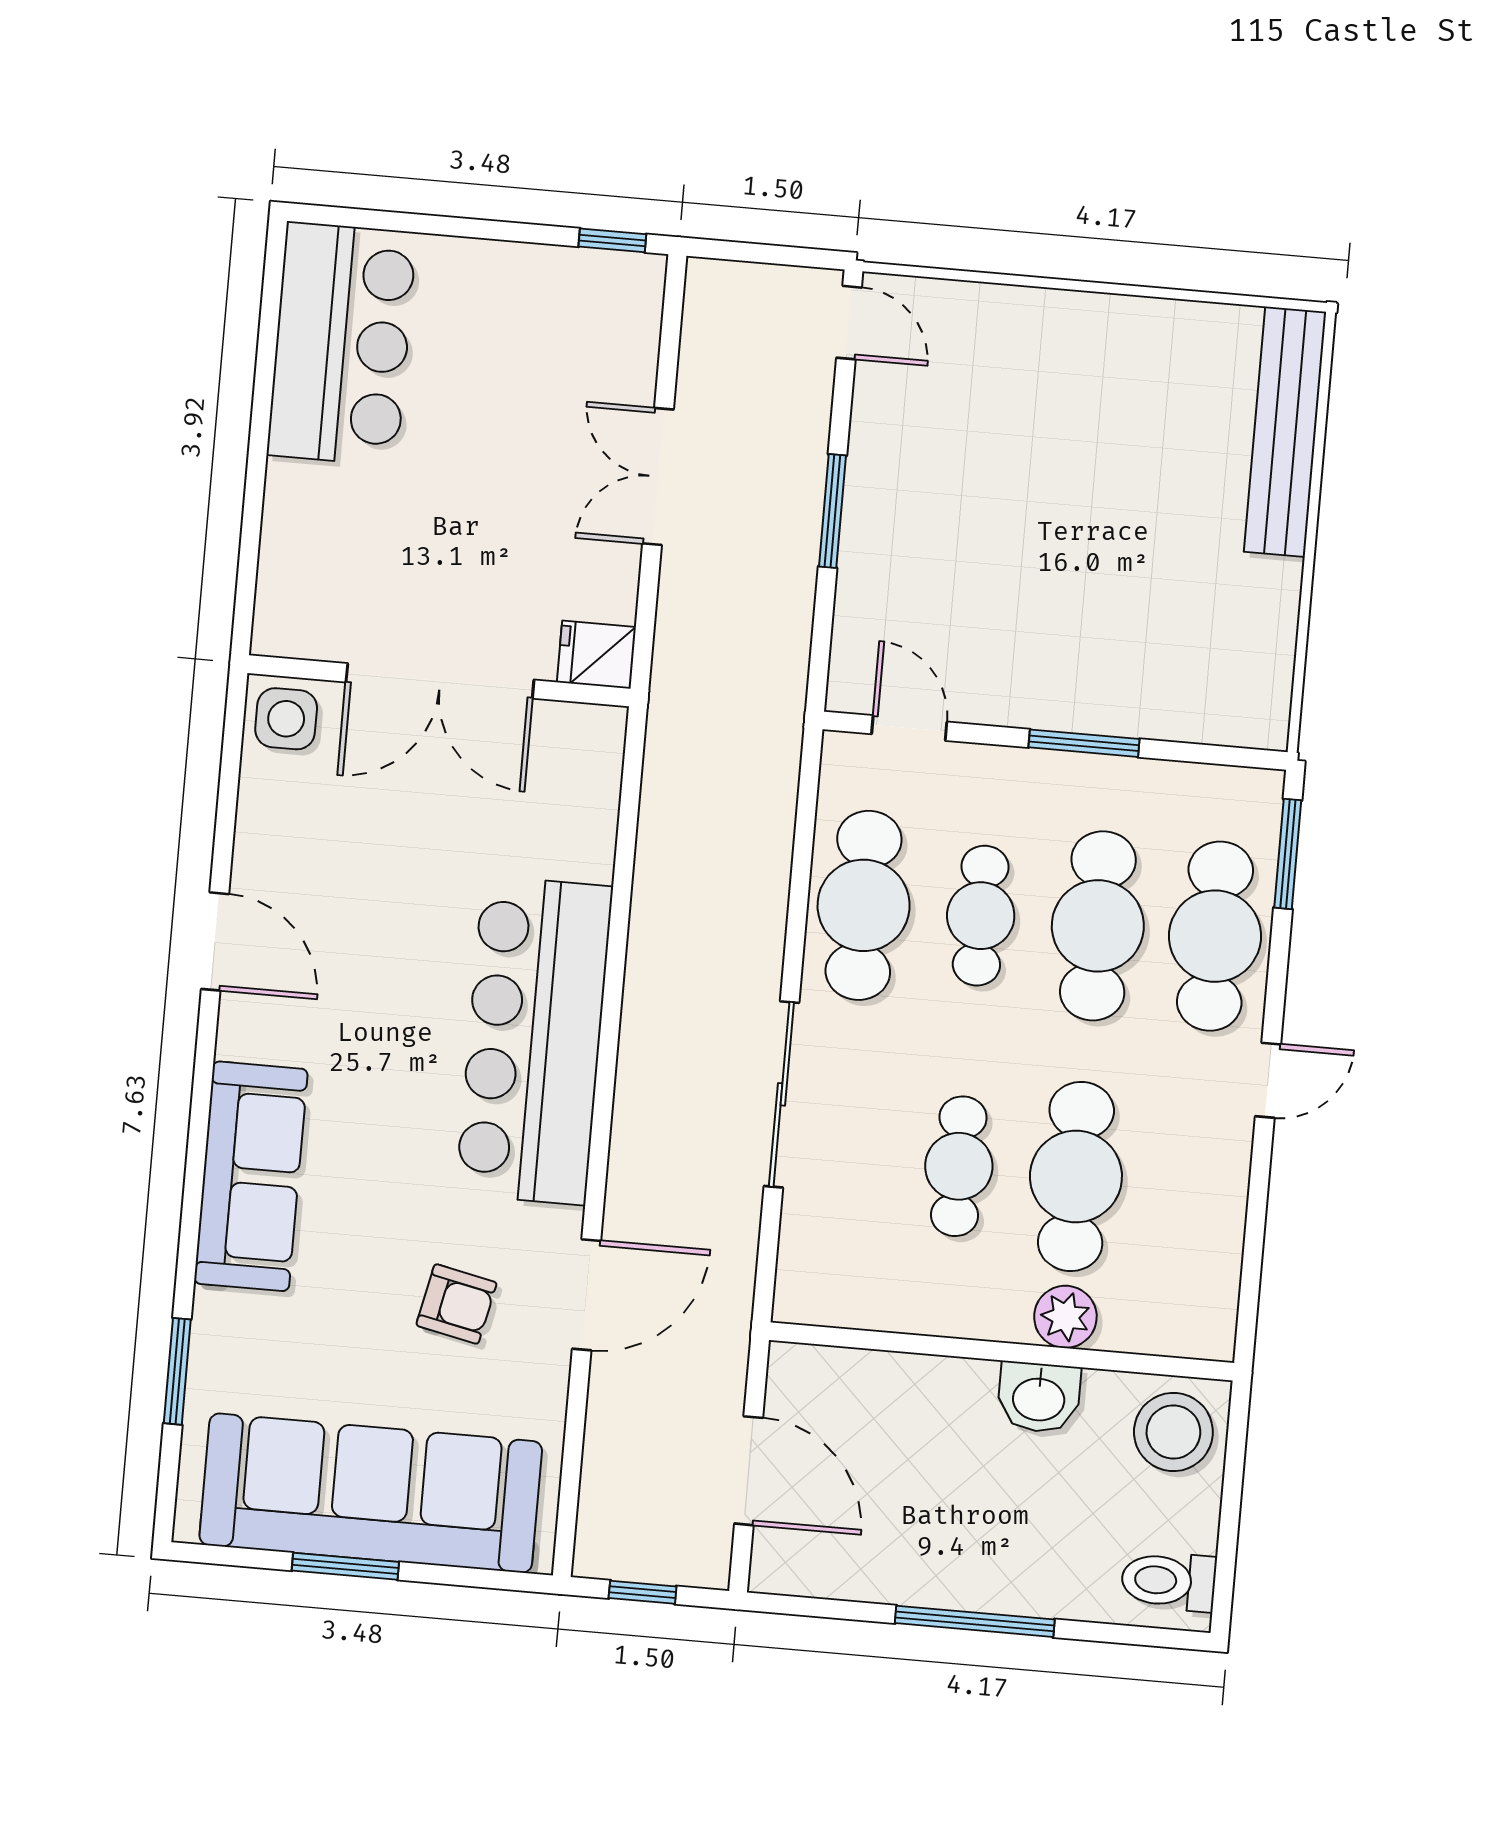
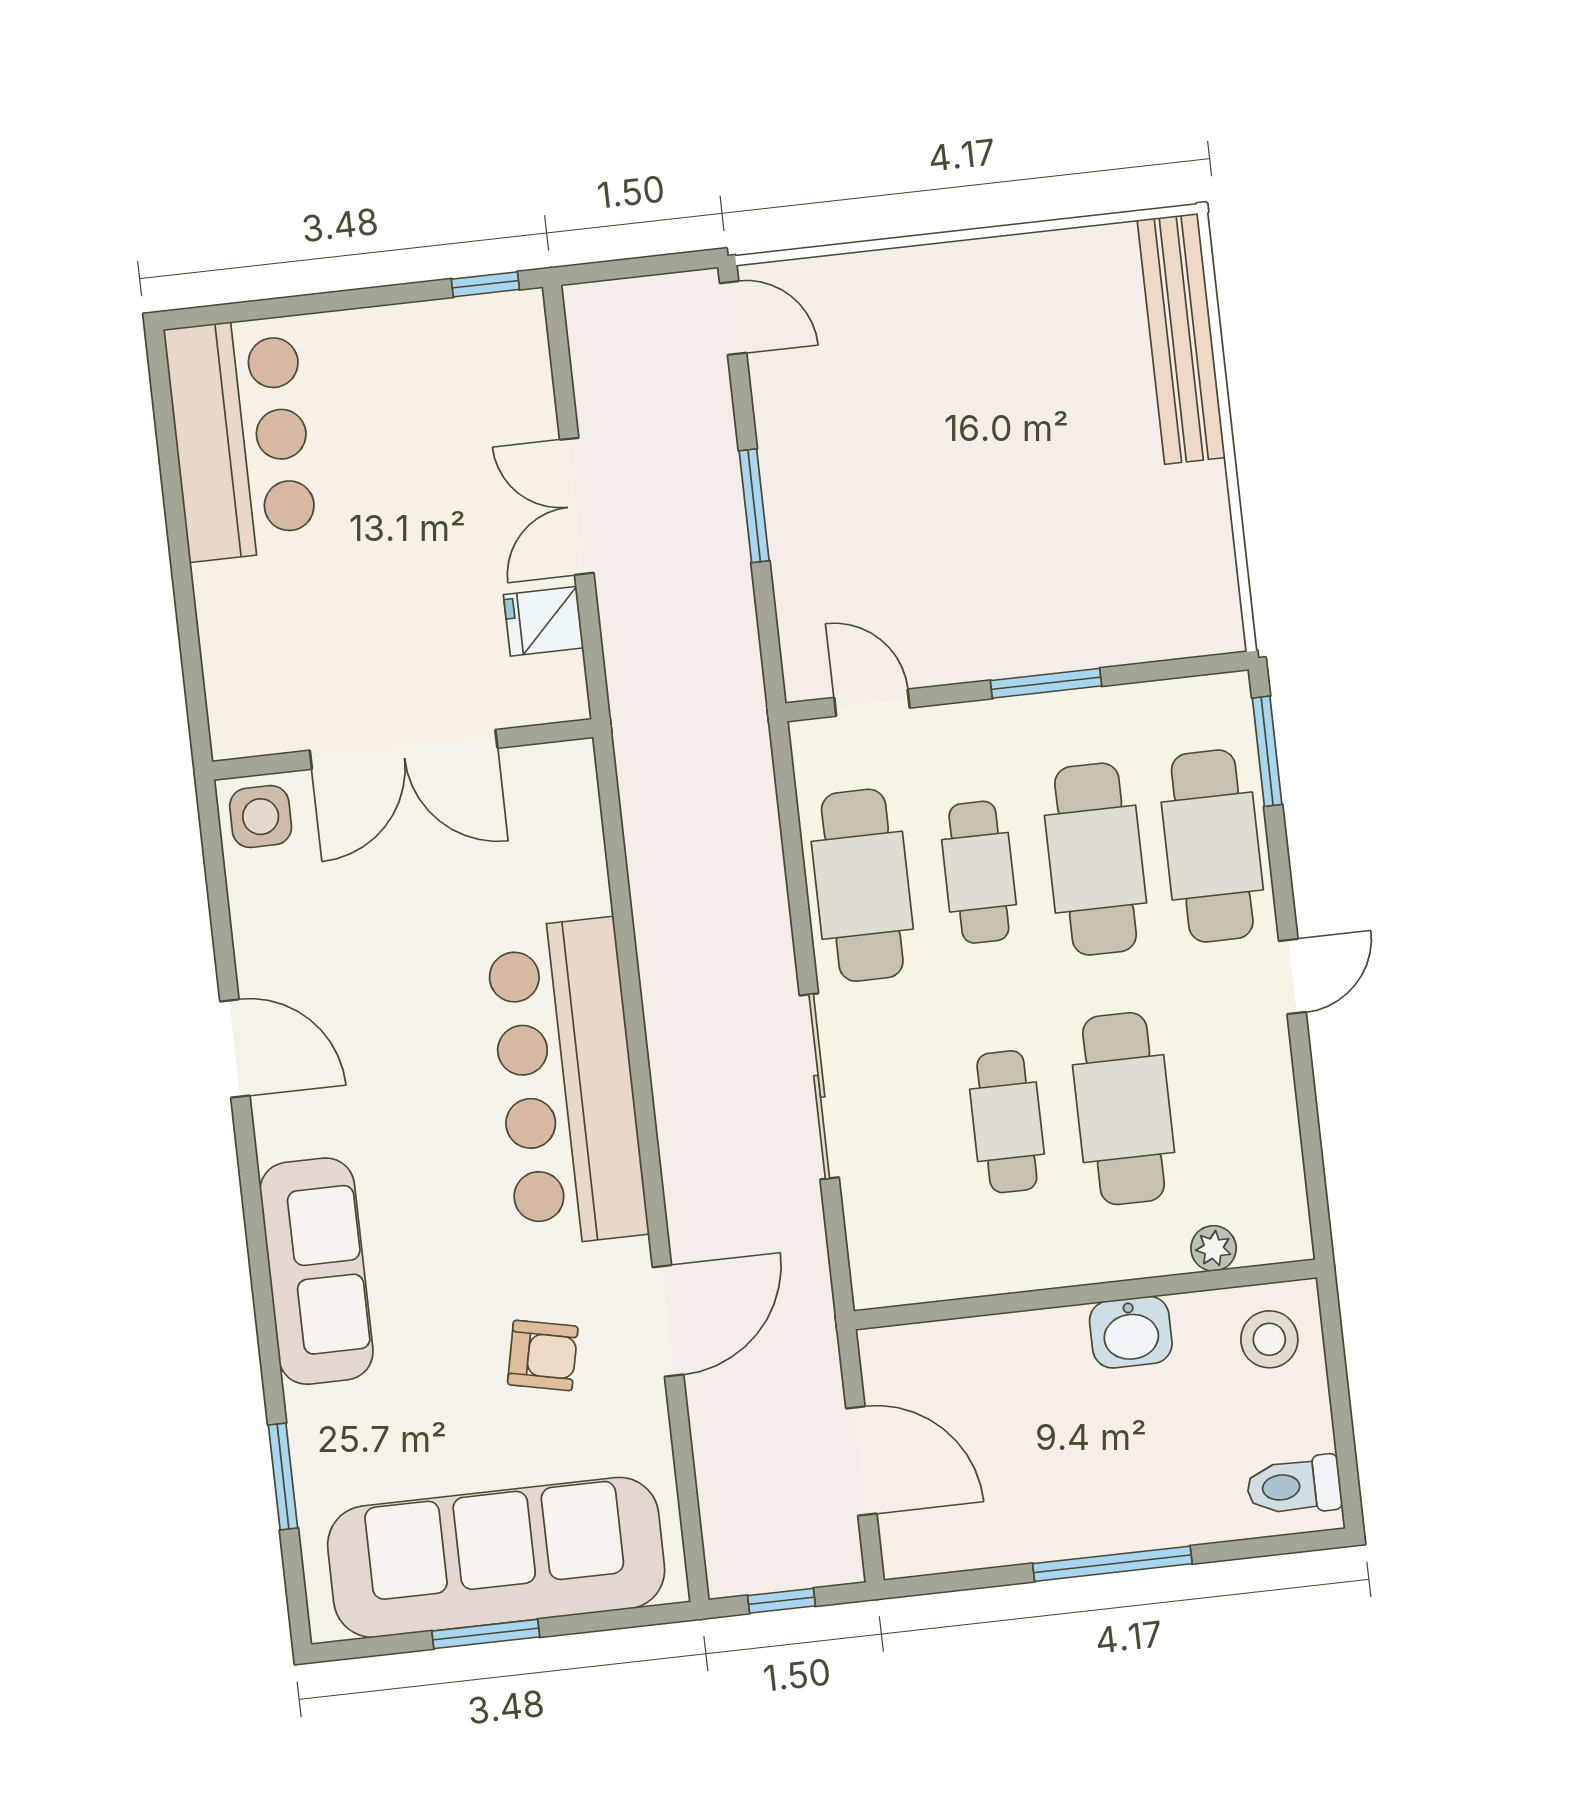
fridge: (596, 655) -> (543, 621), moved
plant: (1065, 1317) -> (1214, 1248), moved, width x0.73, depth x0.73
stool: (1173, 1432) -> (1269, 1339), width x0.73, depth x0.73

